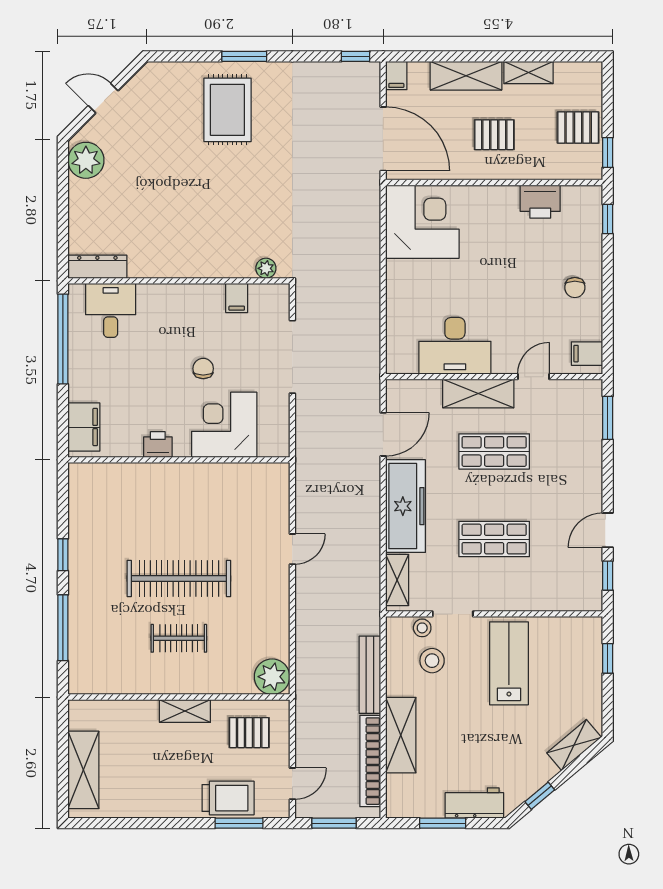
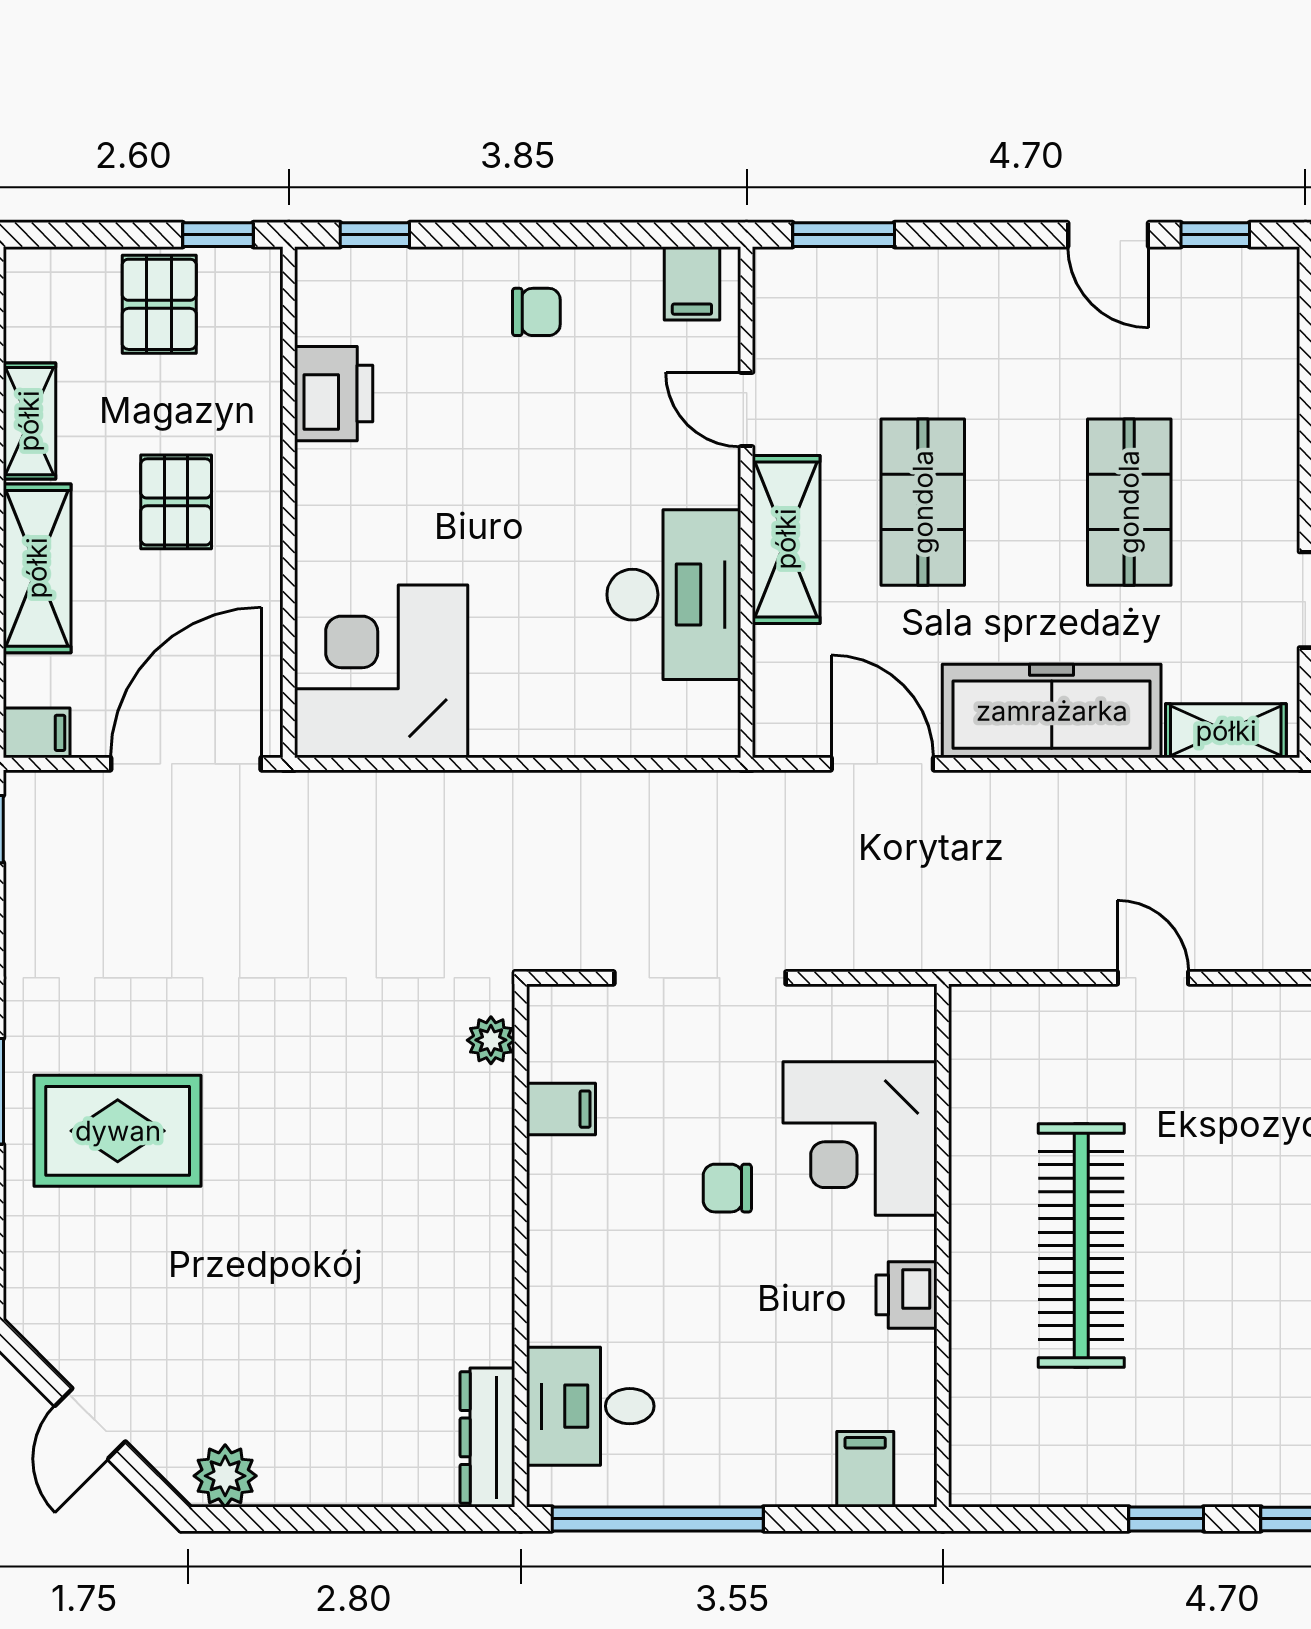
plant: (86, 160) -> (225, 1476), width x0.73, depth x0.73
filing cabinet: (84, 427) -> (865, 1469), width x0.50
clothes rail: (179, 578) -> (1081, 1245), moved

